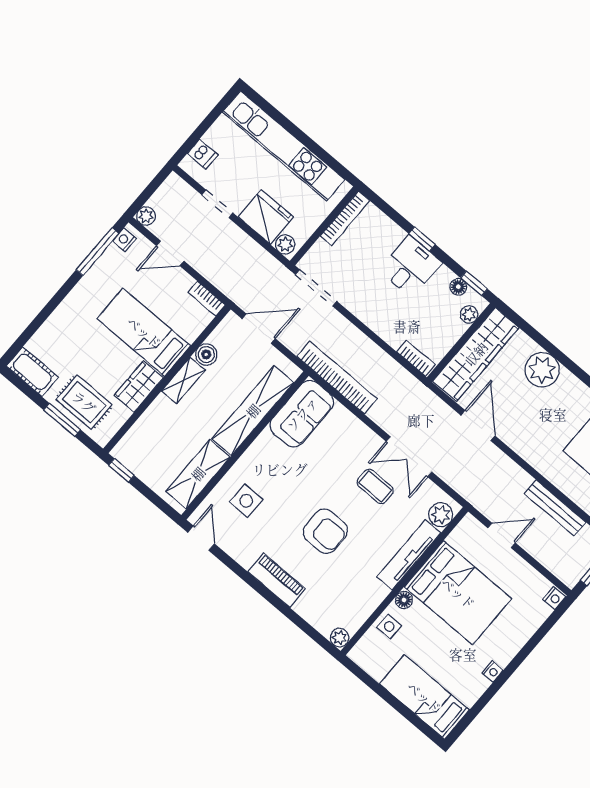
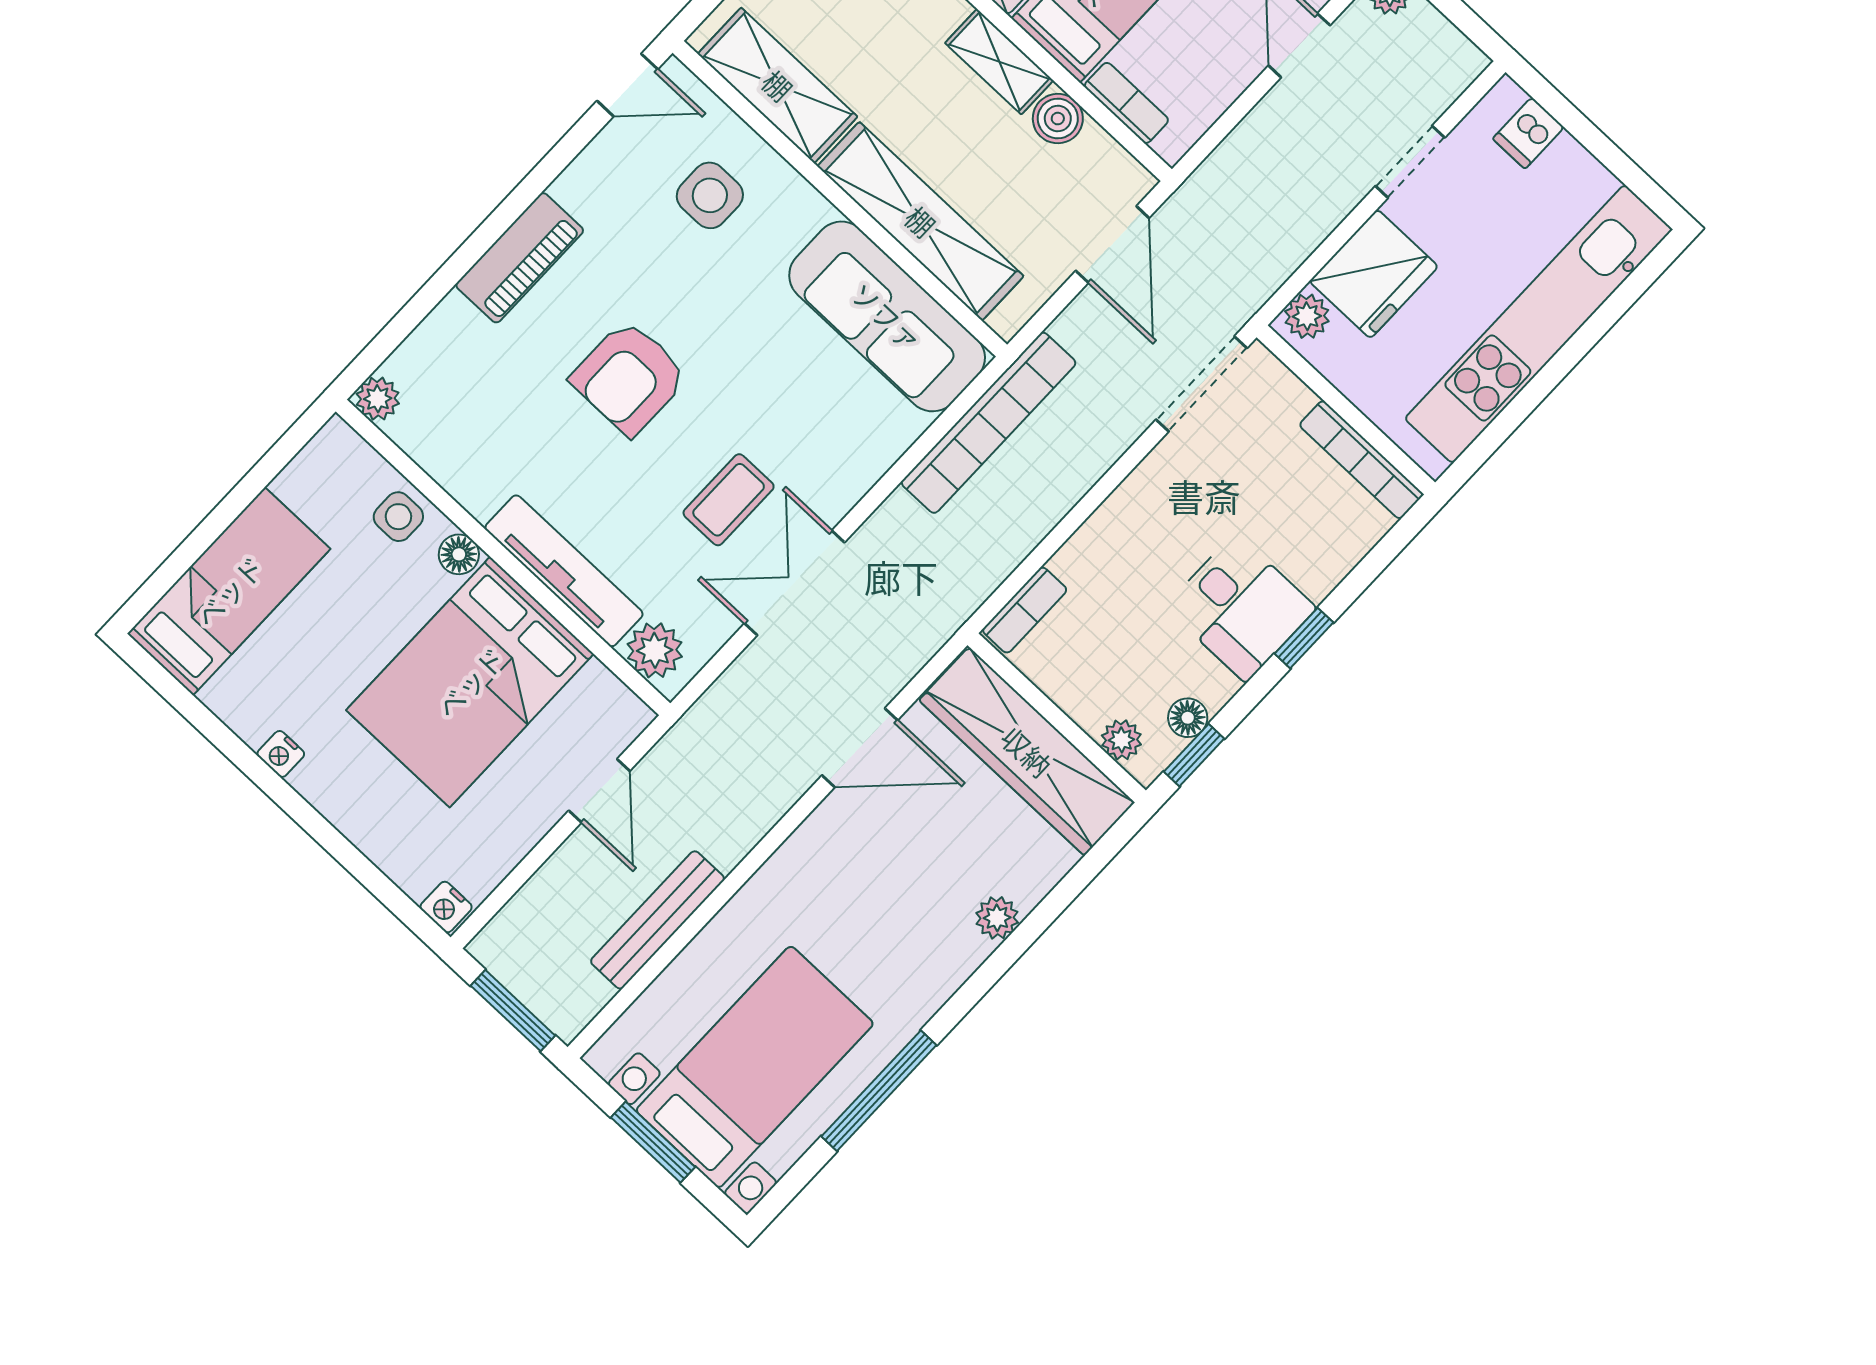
bookcase: (207, 299) -> (1126, 103), moved, turned 90
plant: (542, 370) -> (997, 918), width x0.53, depth x0.53
sofa: (302, 414) -> (887, 316), width x1.36

